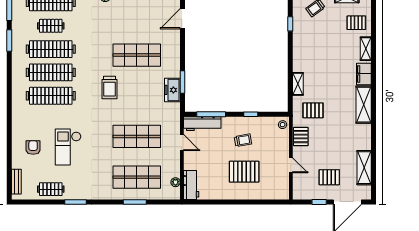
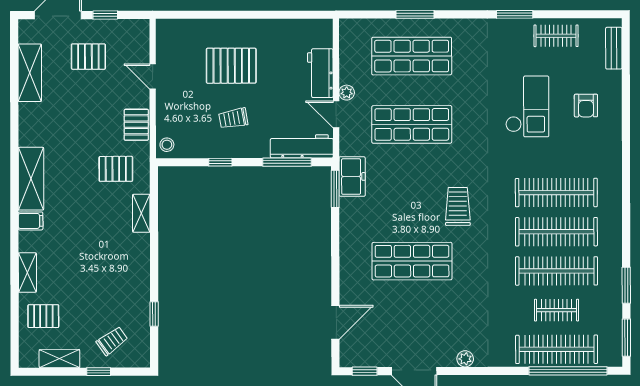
filing cabinet: (364, 74) -> (31, 221), width x0.50
window: (182, 82) -> (335, 189), moved
freezer: (172, 90) -> (352, 177), moved
plant: (176, 182) -> (347, 93), moved
workbench: (191, 185) -> (320, 73), moved

